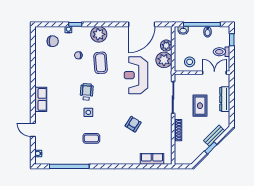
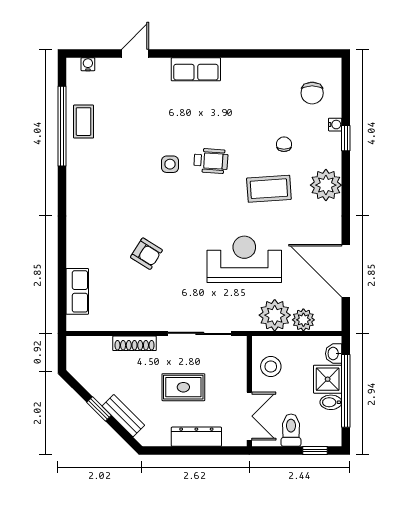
shower: (196, 33) -> (328, 379), added
coffee table: (91, 138) -> (84, 122), moved

